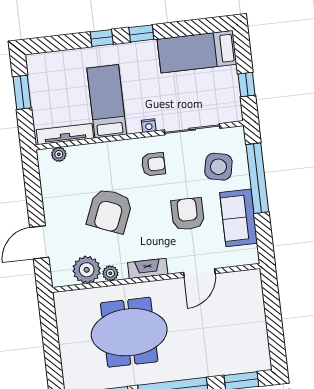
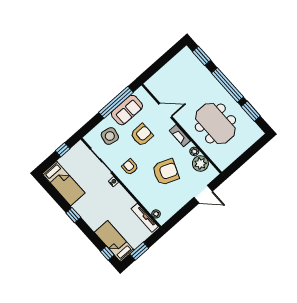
window: (102, 38) -> (107, 253), moved
bed: (107, 101) -> (114, 241), moved, turned 90
window: (257, 178) -> (116, 102), moved
armchair: (188, 214) -> (142, 135), turned 180

